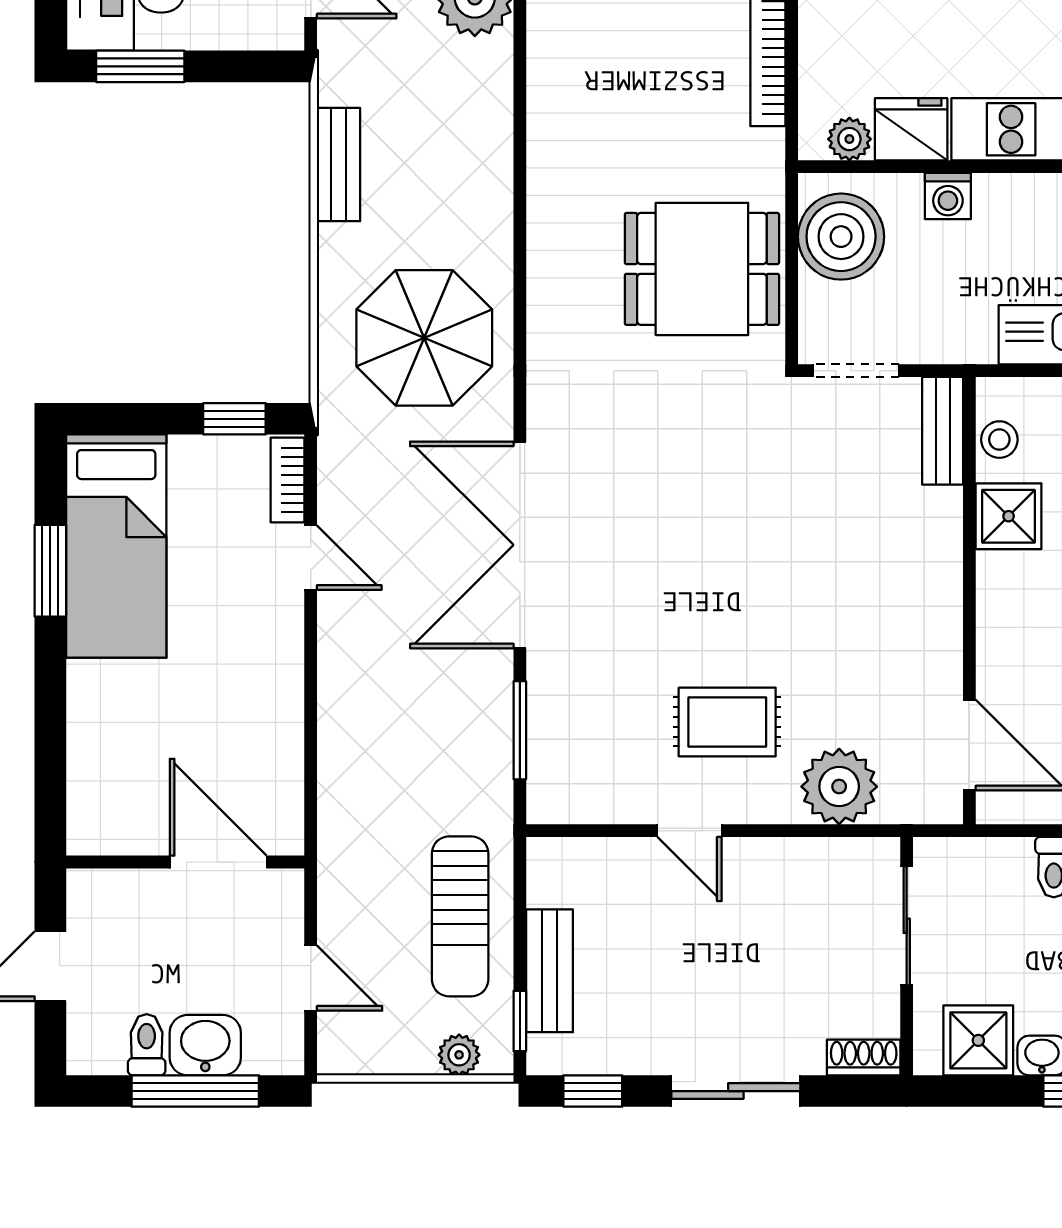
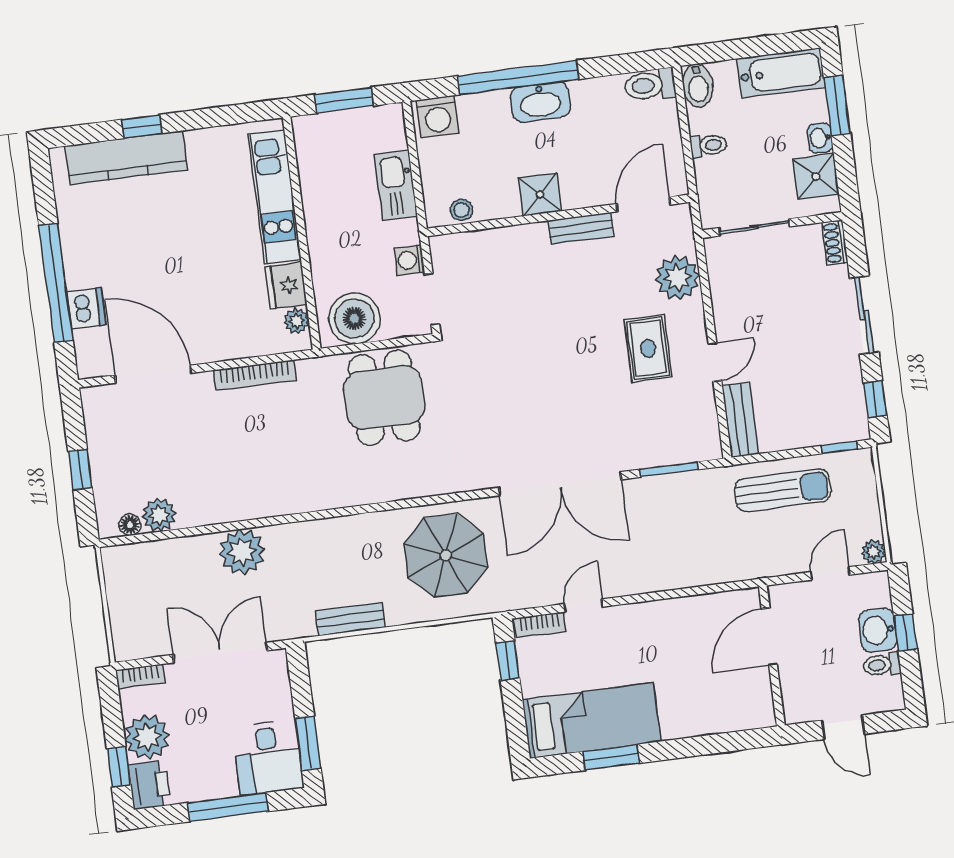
washing machine: (948, 196) -> (409, 260), moved, turned 180
bench: (943, 431) -> (581, 228), moved
shower: (1009, 516) -> (540, 194), moved
bench: (549, 971) -> (740, 420), moved, turned 90
plant: (459, 1055) -> (873, 552), moved
window: (195, 1091) -> (905, 633), width x0.46

